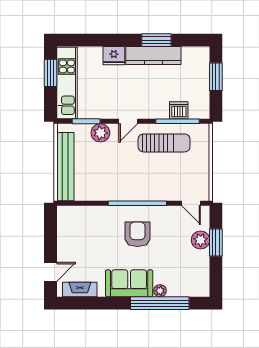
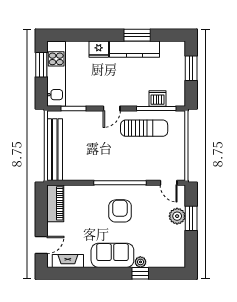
plant: (100, 133) -> (87, 119), removed
piano: (66, 226) -> (55, 203), added
window: (160, 303) -> (140, 273), width x0.32

